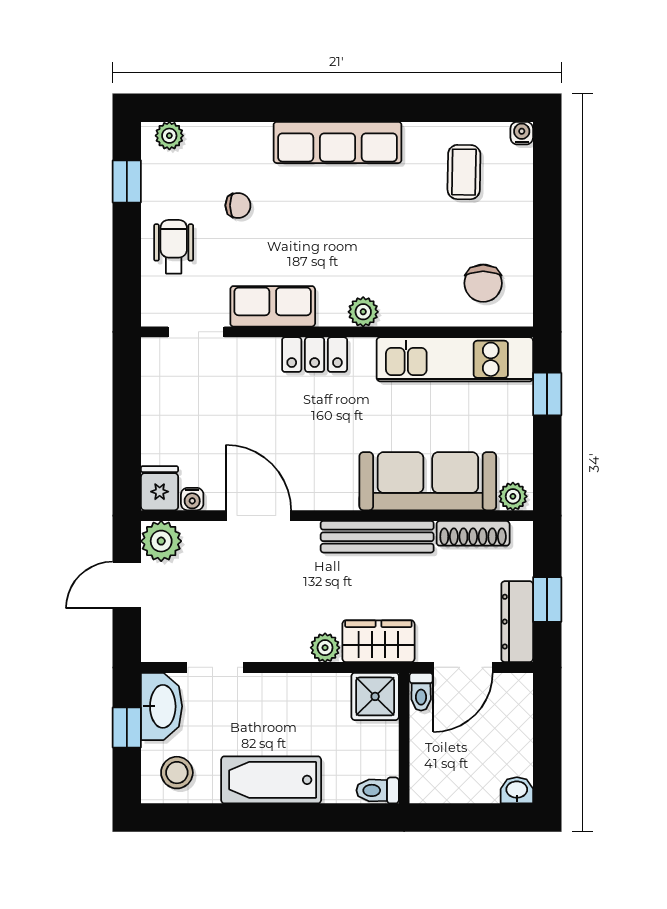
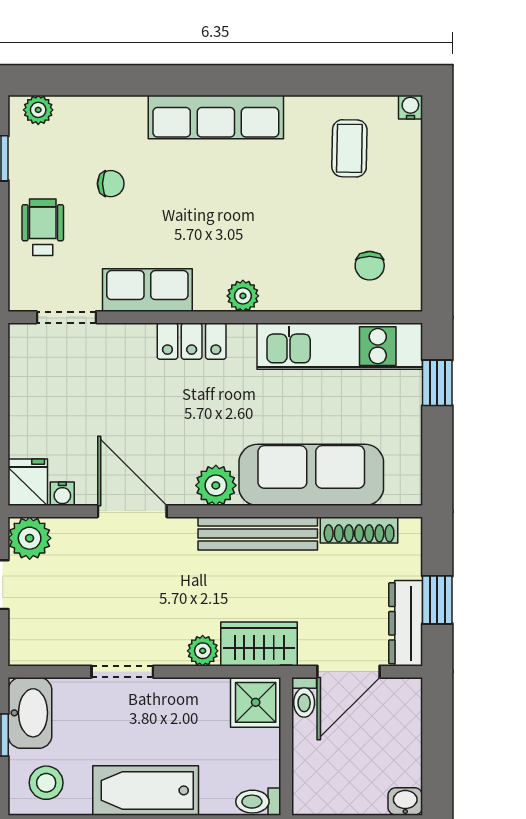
chair: (483, 283) -> (370, 266), width x0.73, depth x0.73
plant: (513, 496) -> (216, 485), moved, width x1.38, depth x1.38
doorway: (215, 667) -> (122, 672), moved

